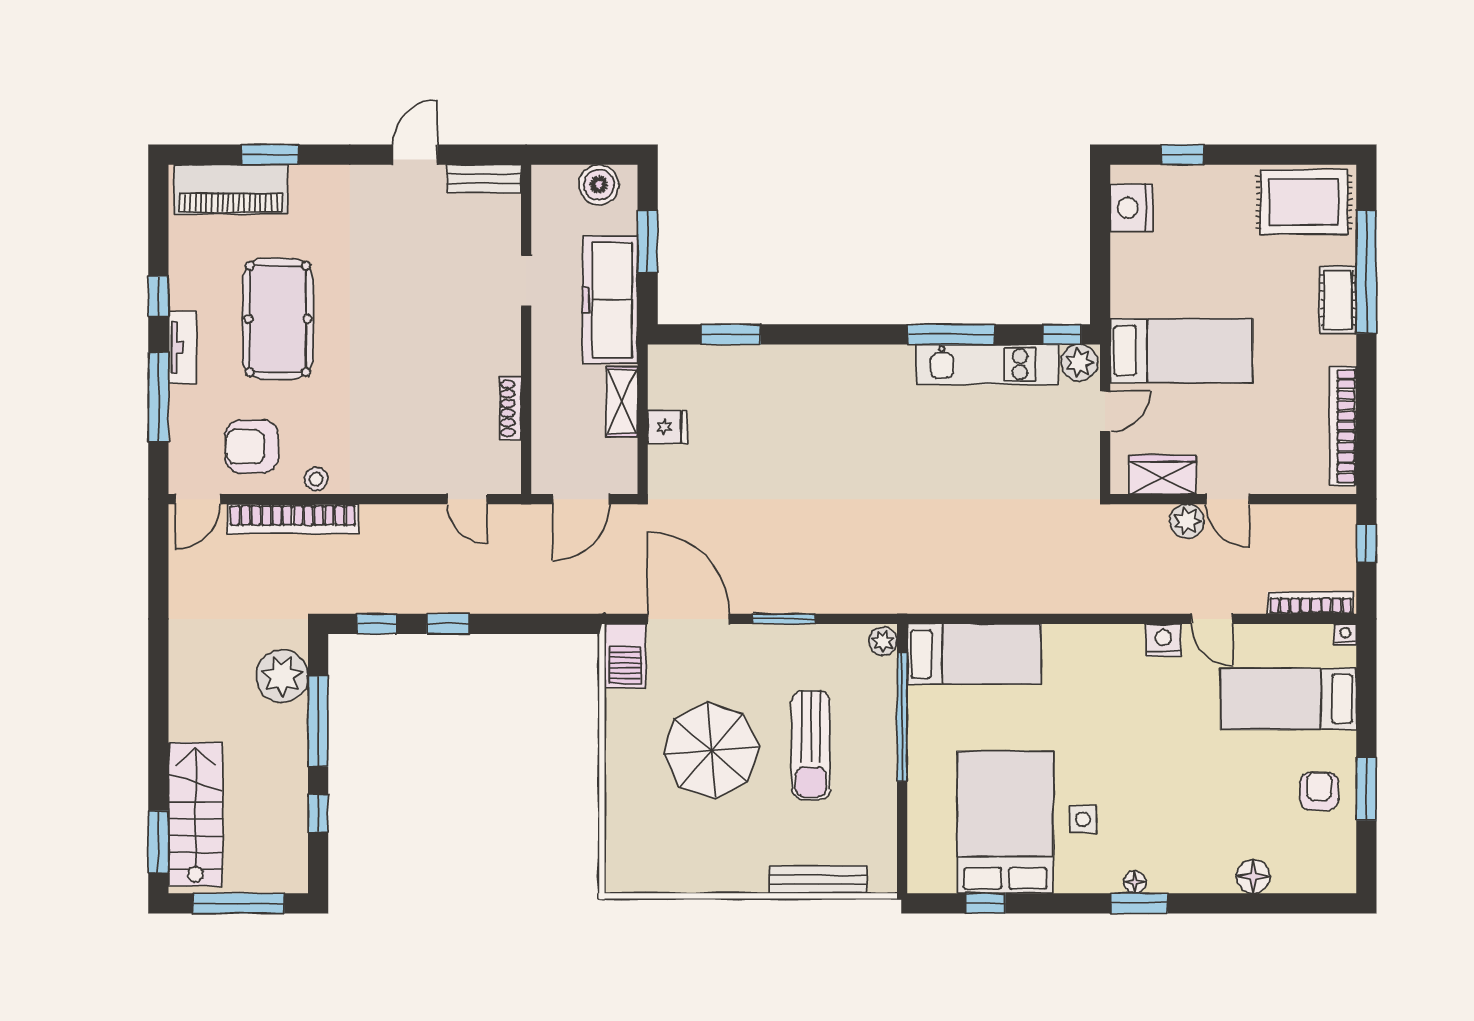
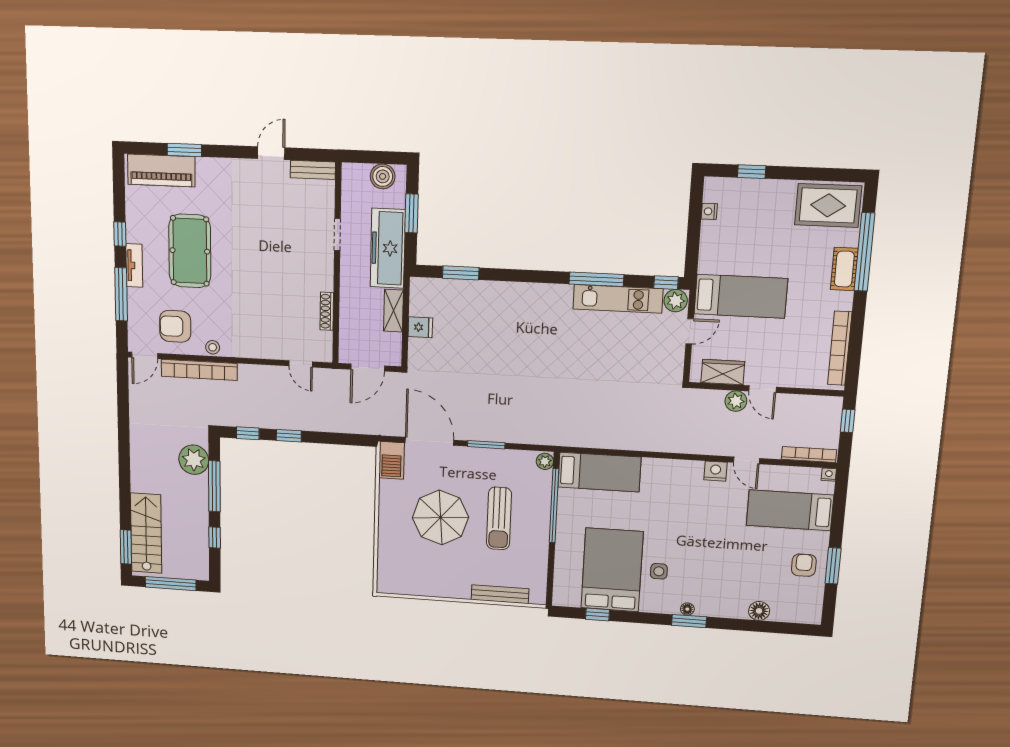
nightstand: (1131, 208) -> (709, 211), width x0.53, depth x0.56

